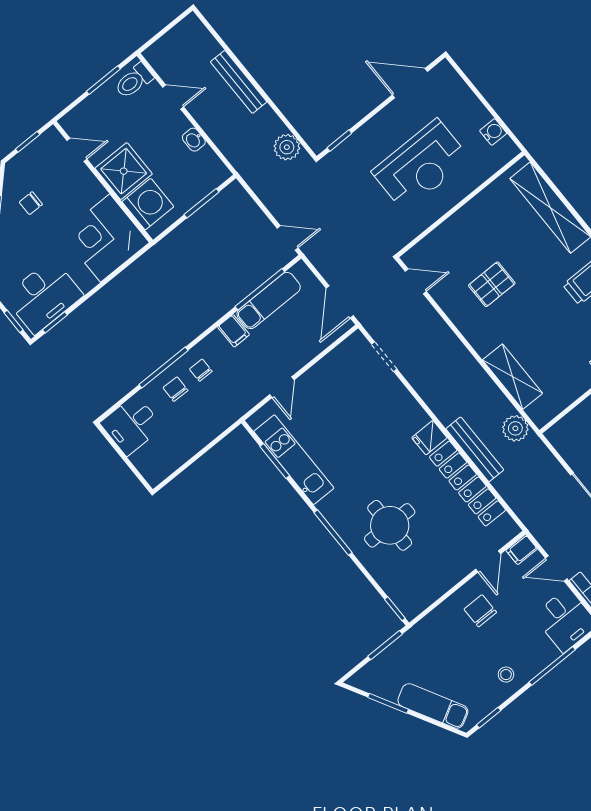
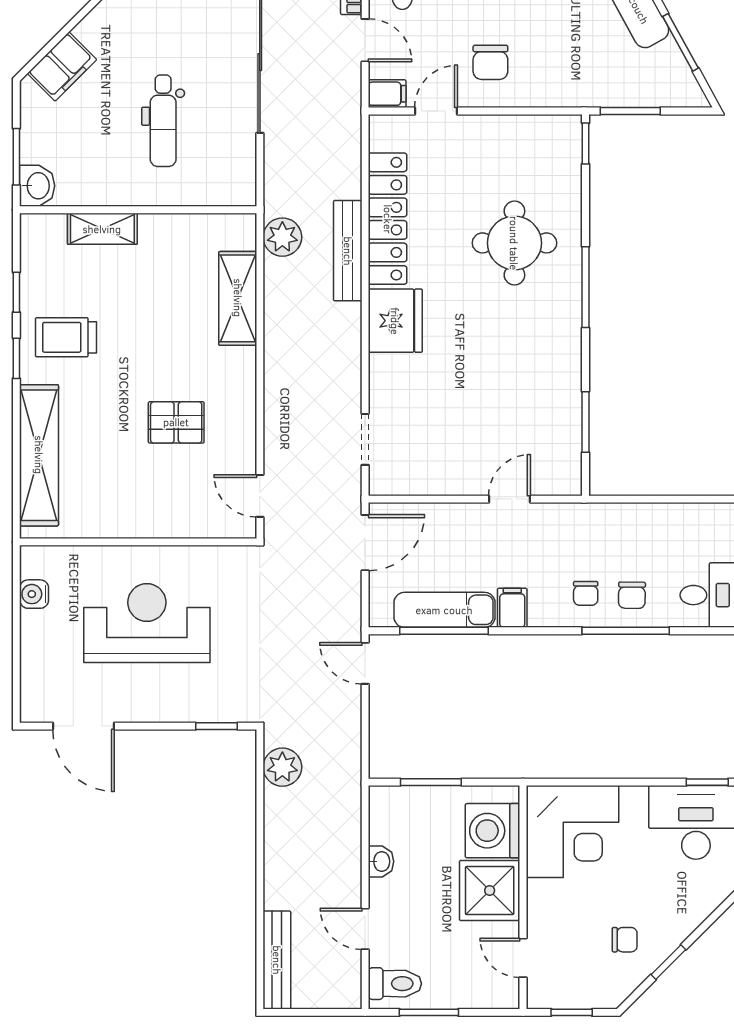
bench: (239, 82) -> (277, 960), moved
fridge: (429, 438) -> (395, 321), width x1.88, depth x1.34
kitchen unit: (294, 460) -> (563, 406), removed

